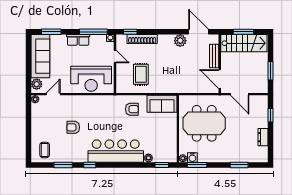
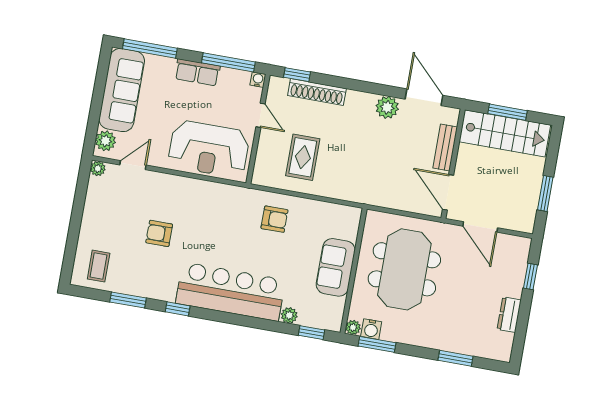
window: (51, 32) -> (150, 48), width x1.44
sofa: (162, 104) -> (336, 267), moved, turned 90
meeting table: (204, 123) -> (404, 269), turned 90

